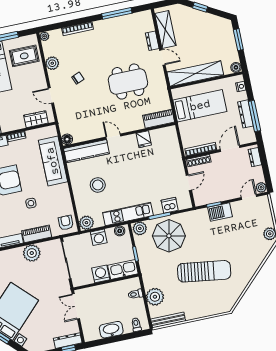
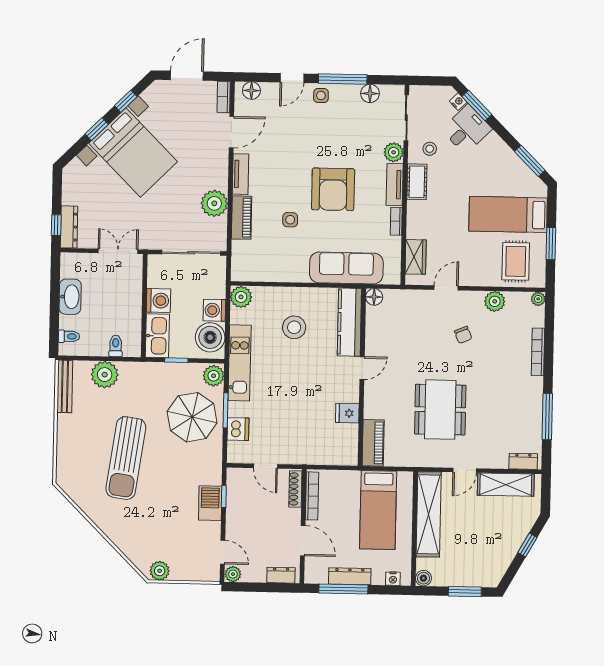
dresser: (152, 41) -> (523, 461), moved
armchair: (66, 223) -> (248, 266), removed
boiler: (120, 231) -> (210, 337), width x1.86, depth x1.86

